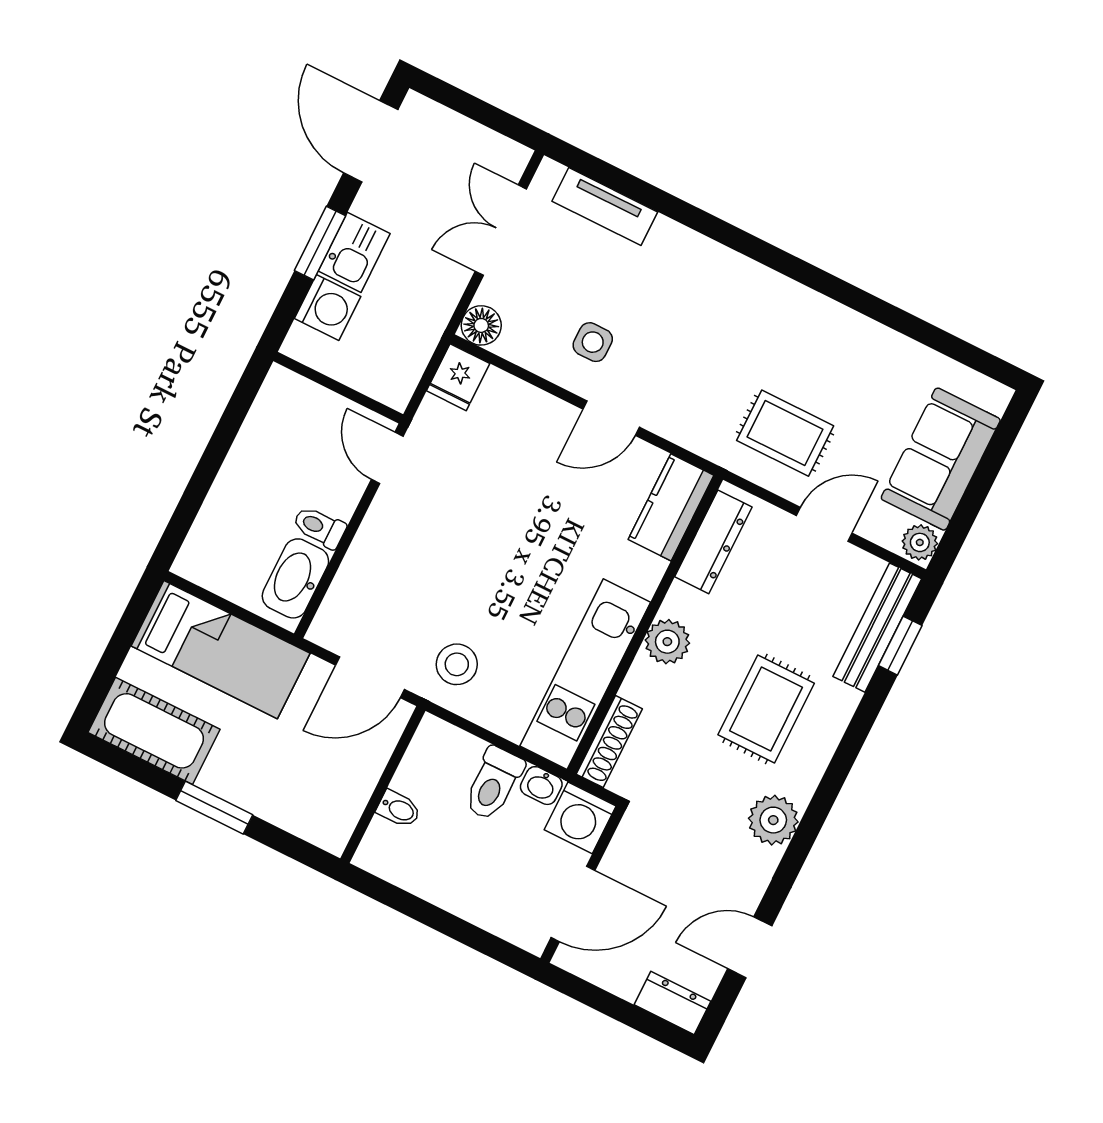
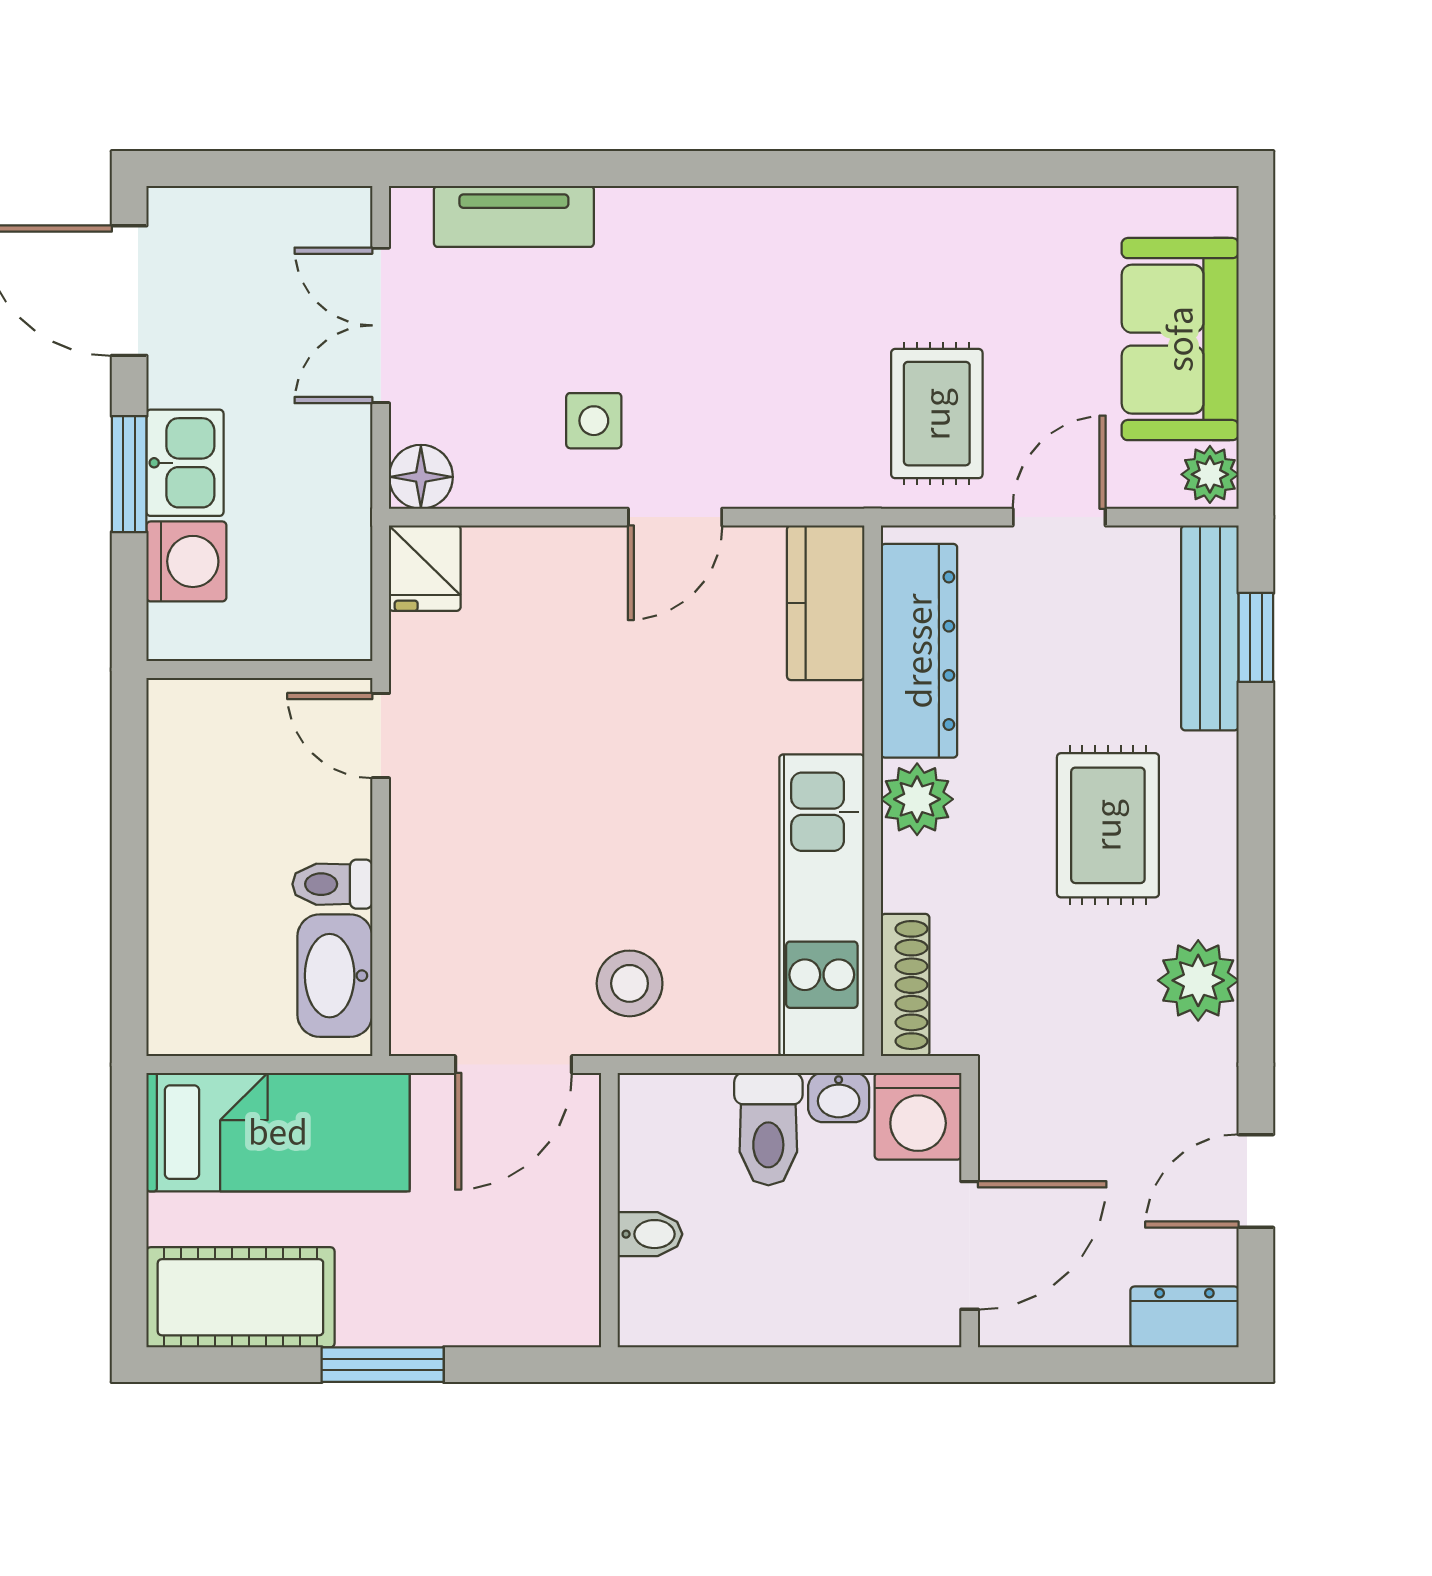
rug: (785, 433) -> (937, 414), turned 90
dresser: (713, 542) -> (919, 651), width x1.37, depth x1.24

